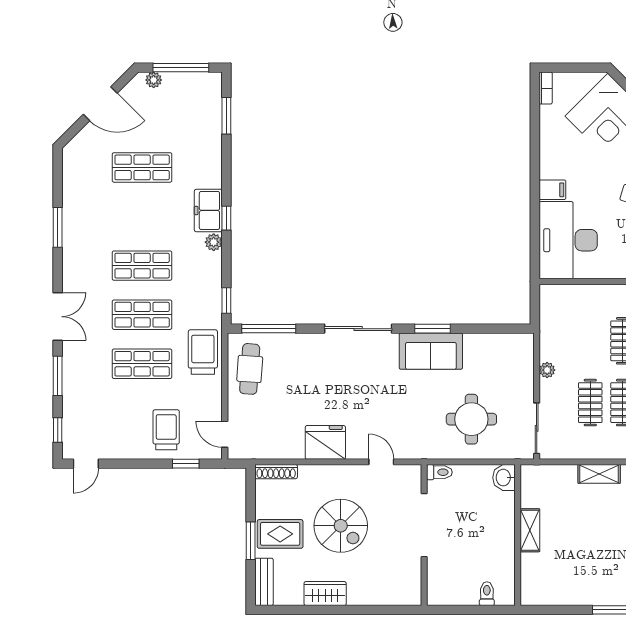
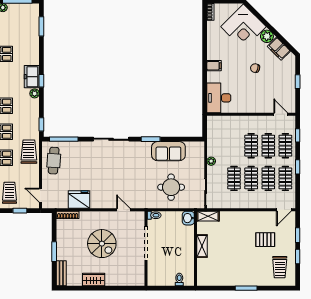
desk: (568, 240) -> (219, 98), width x0.73, depth x0.77
sofa: (431, 351) -> (168, 151), moved
fridge: (325, 442) -> (79, 199), moved
shelving: (599, 474) -> (208, 216), moved
rug: (280, 534) -> (70, 248), removed

